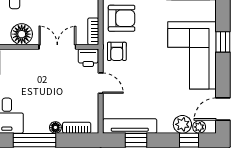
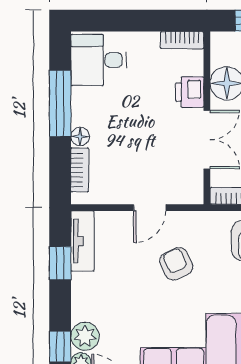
armchair: (117, 51) -> (176, 264), moved, turned 66
printer: (88, 58) -> (190, 92), moved
tv unit: (130, 126) -> (82, 241), width x0.71

